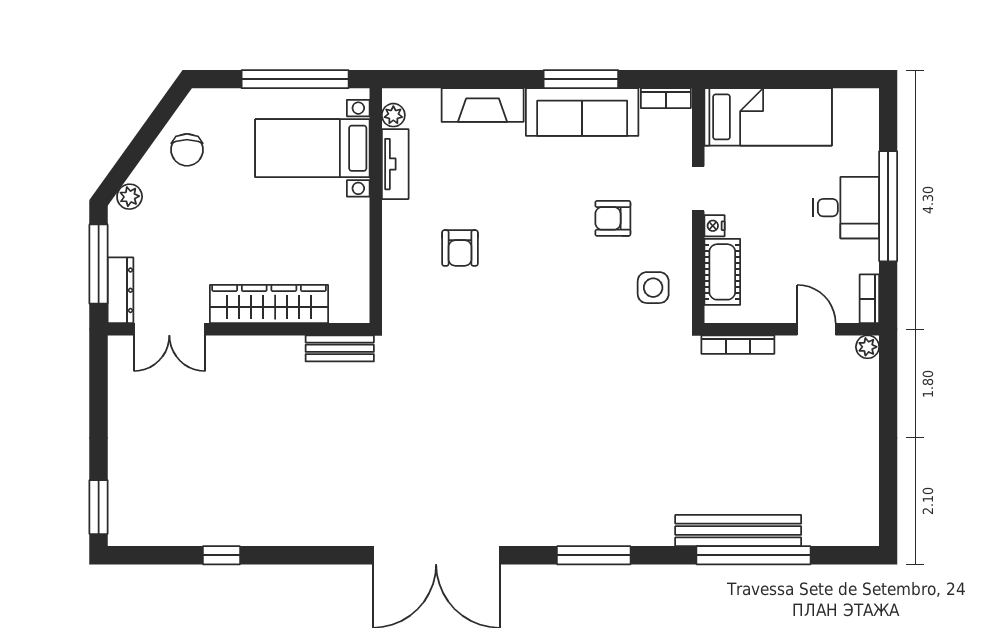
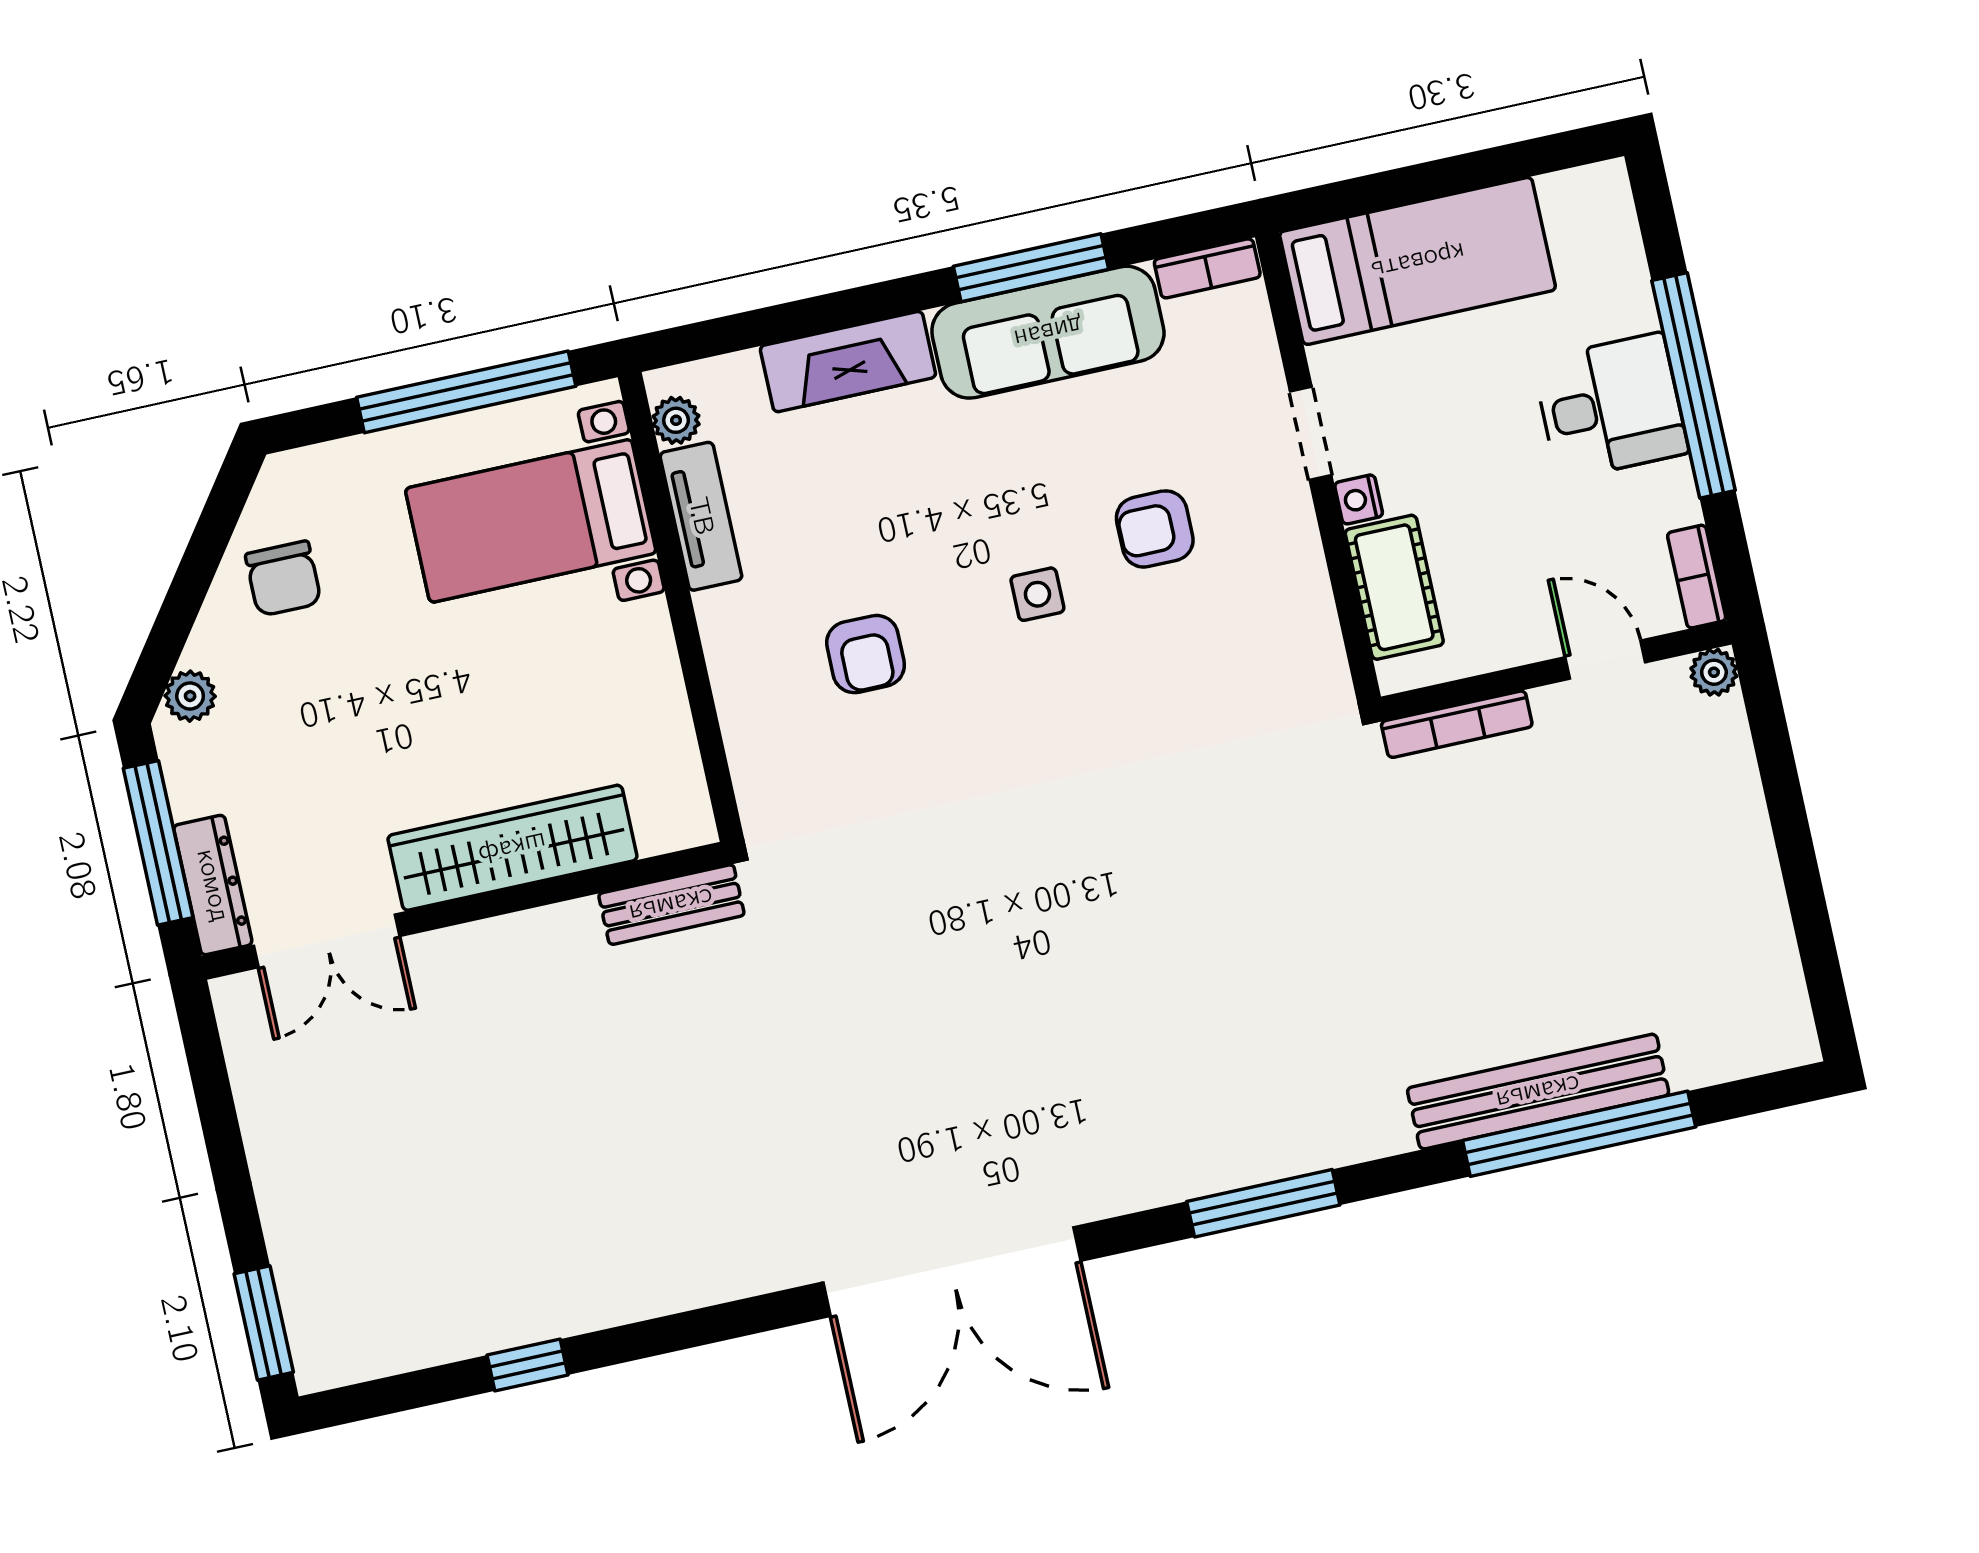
side table: (653, 288) -> (1037, 594), moved, width x0.73, depth x0.73

